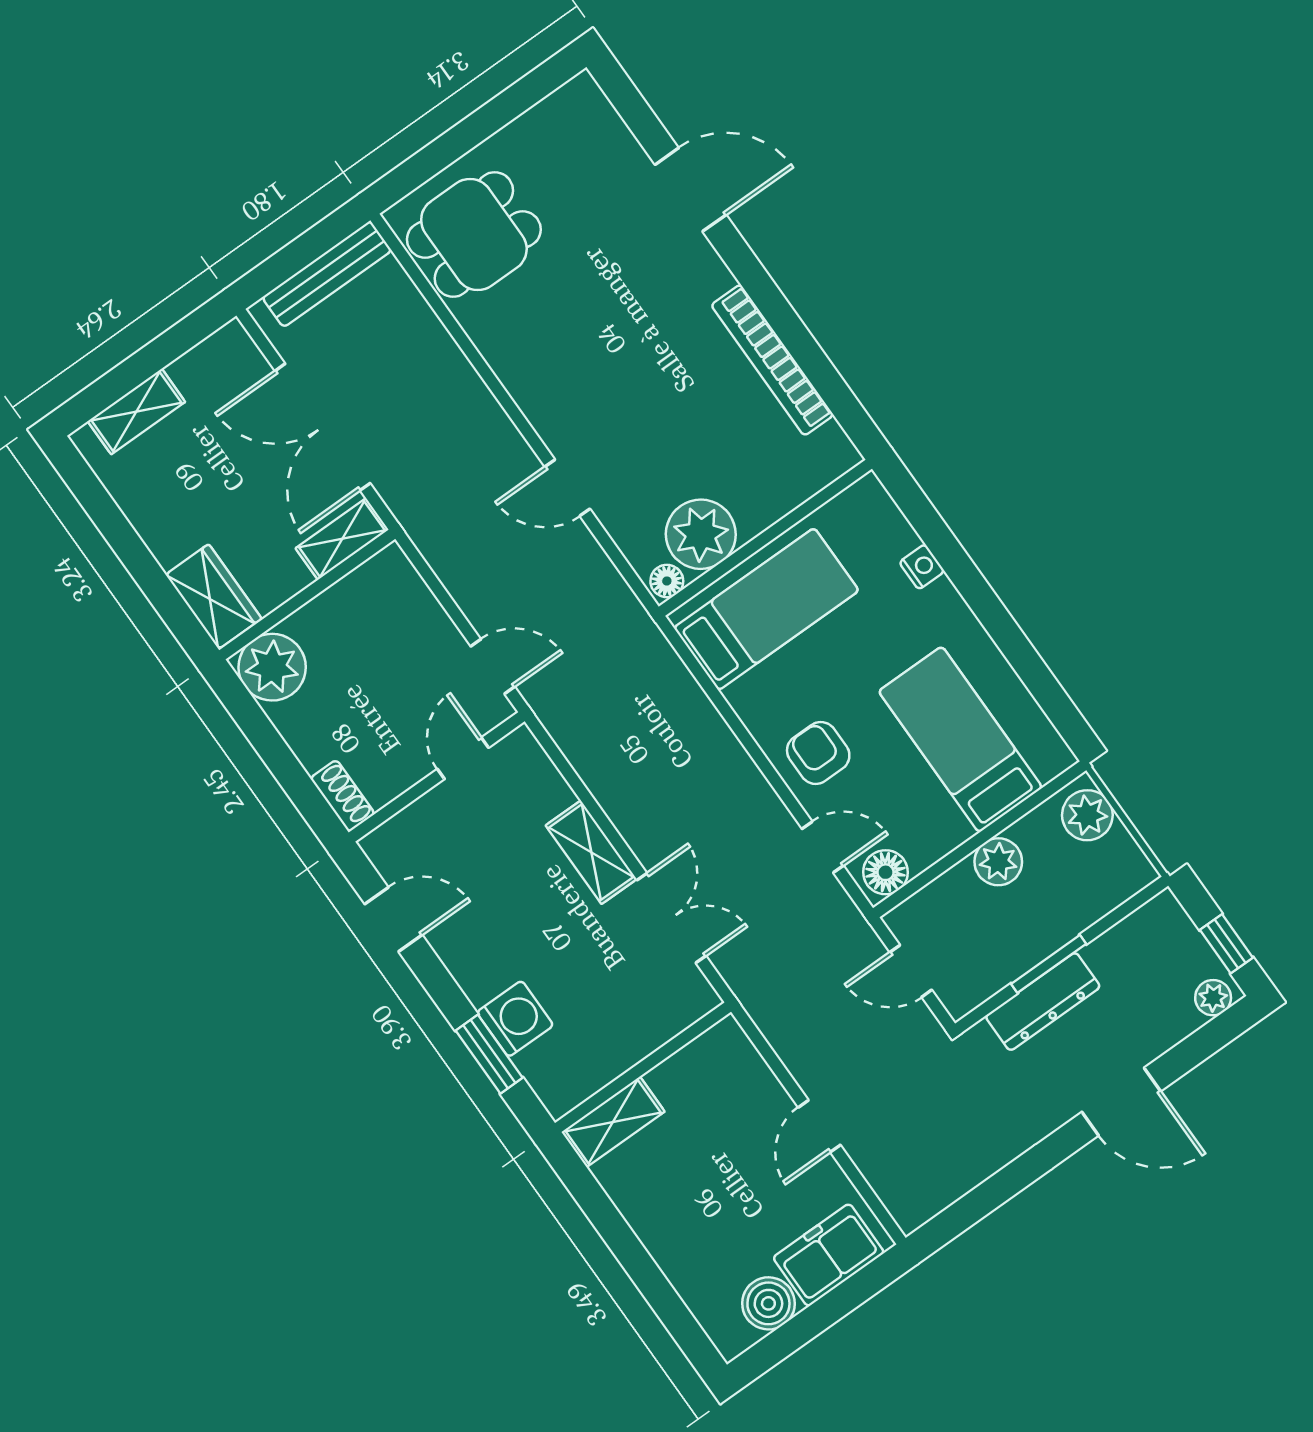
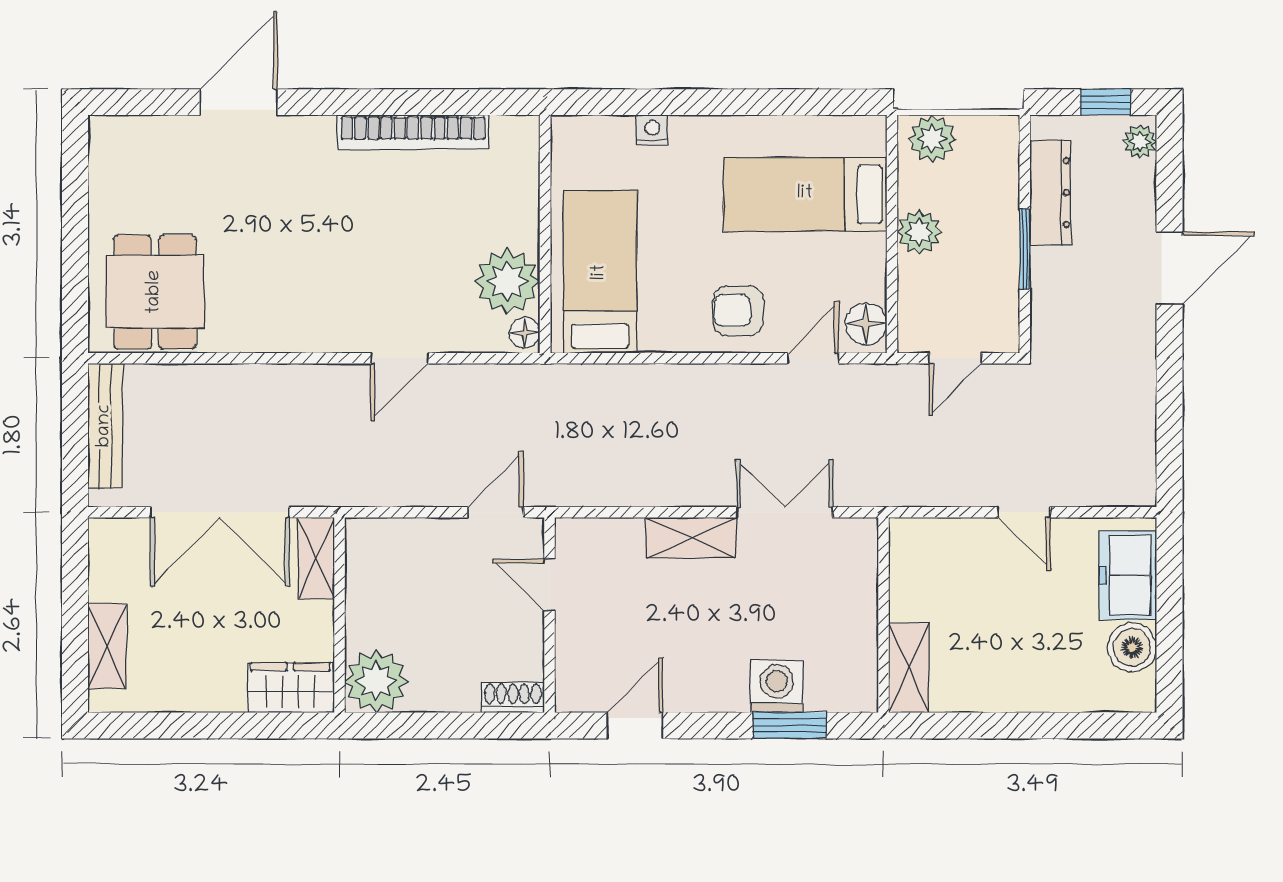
dresser: (1043, 1002) -> (1050, 193), moved

